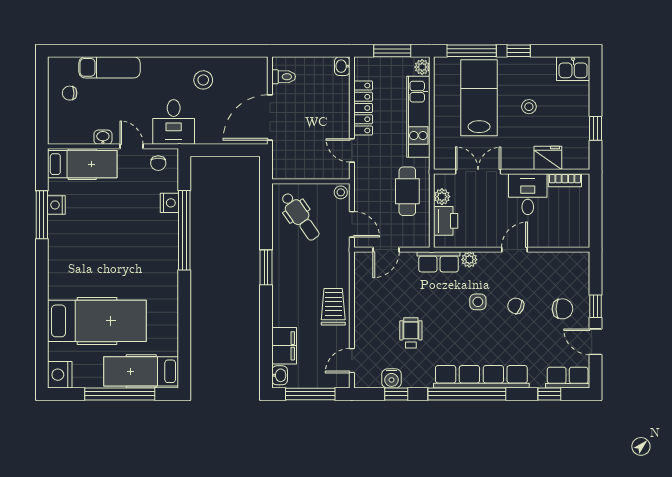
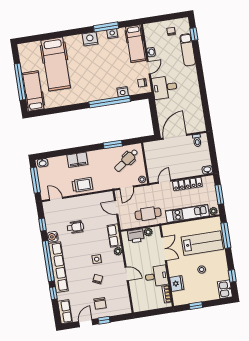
window: (82, 51) -> (194, 34), added
window: (519, 51) -> (232, 276), moved
stool: (203, 80) -> (189, 99), removed
door: (270, 118) -> (175, 137), hinge flipped
window: (266, 267) -> (113, 145), moved
filing cabinet: (284, 346) -> (77, 160), moved
nightstand: (60, 375) -> (90, 39), moved
water cooler: (391, 378) -> (53, 237), moved
window: (549, 394) -> (53, 293), moved

